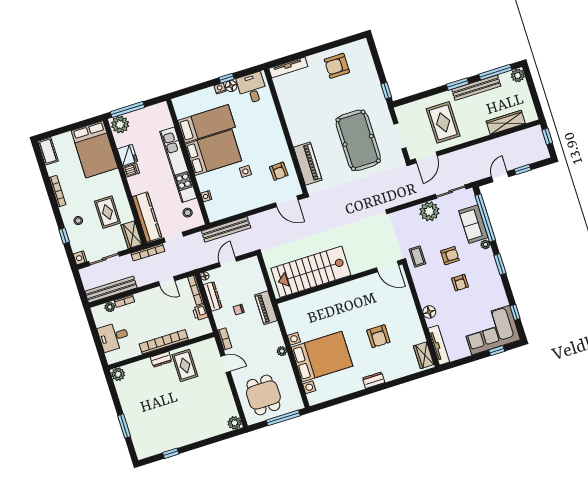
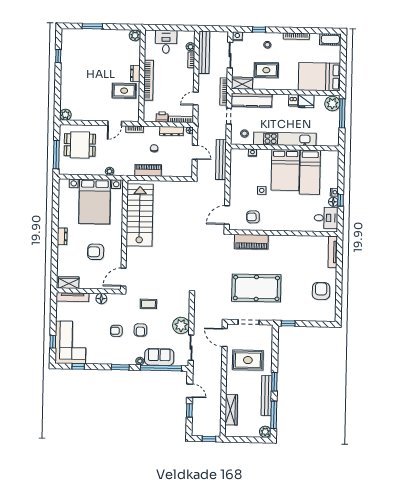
door: (388, 266) -> (123, 277), moved
stairs: (311, 272) -> (140, 215), moved
wall: (339, 282) -> (124, 235), moved

